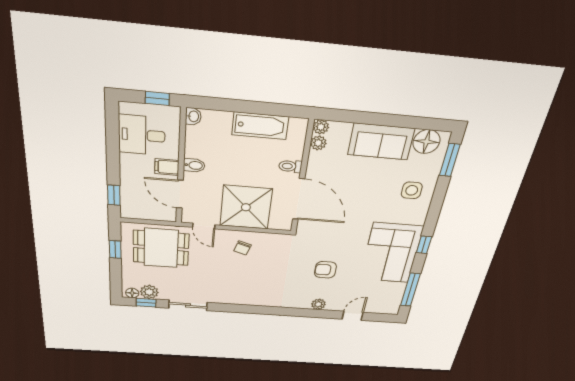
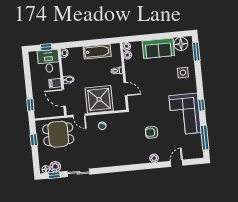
desk: (142, 135) -> (49, 61), moved, turned 90
door: (299, 199) -> (125, 89), width x0.53

